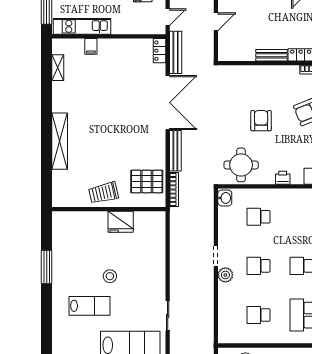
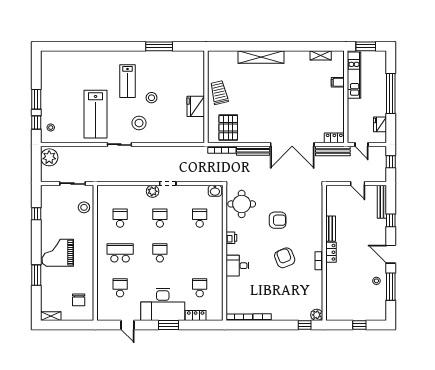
stool: (141, 292) -> (139, 123), added

